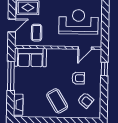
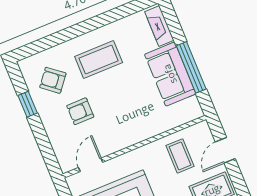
sofa: (30, 57) -> (170, 74), moved, turned -90
window: (104, 69) -> (28, 104), moved
coffee table: (57, 101) -> (99, 60), turned -59

